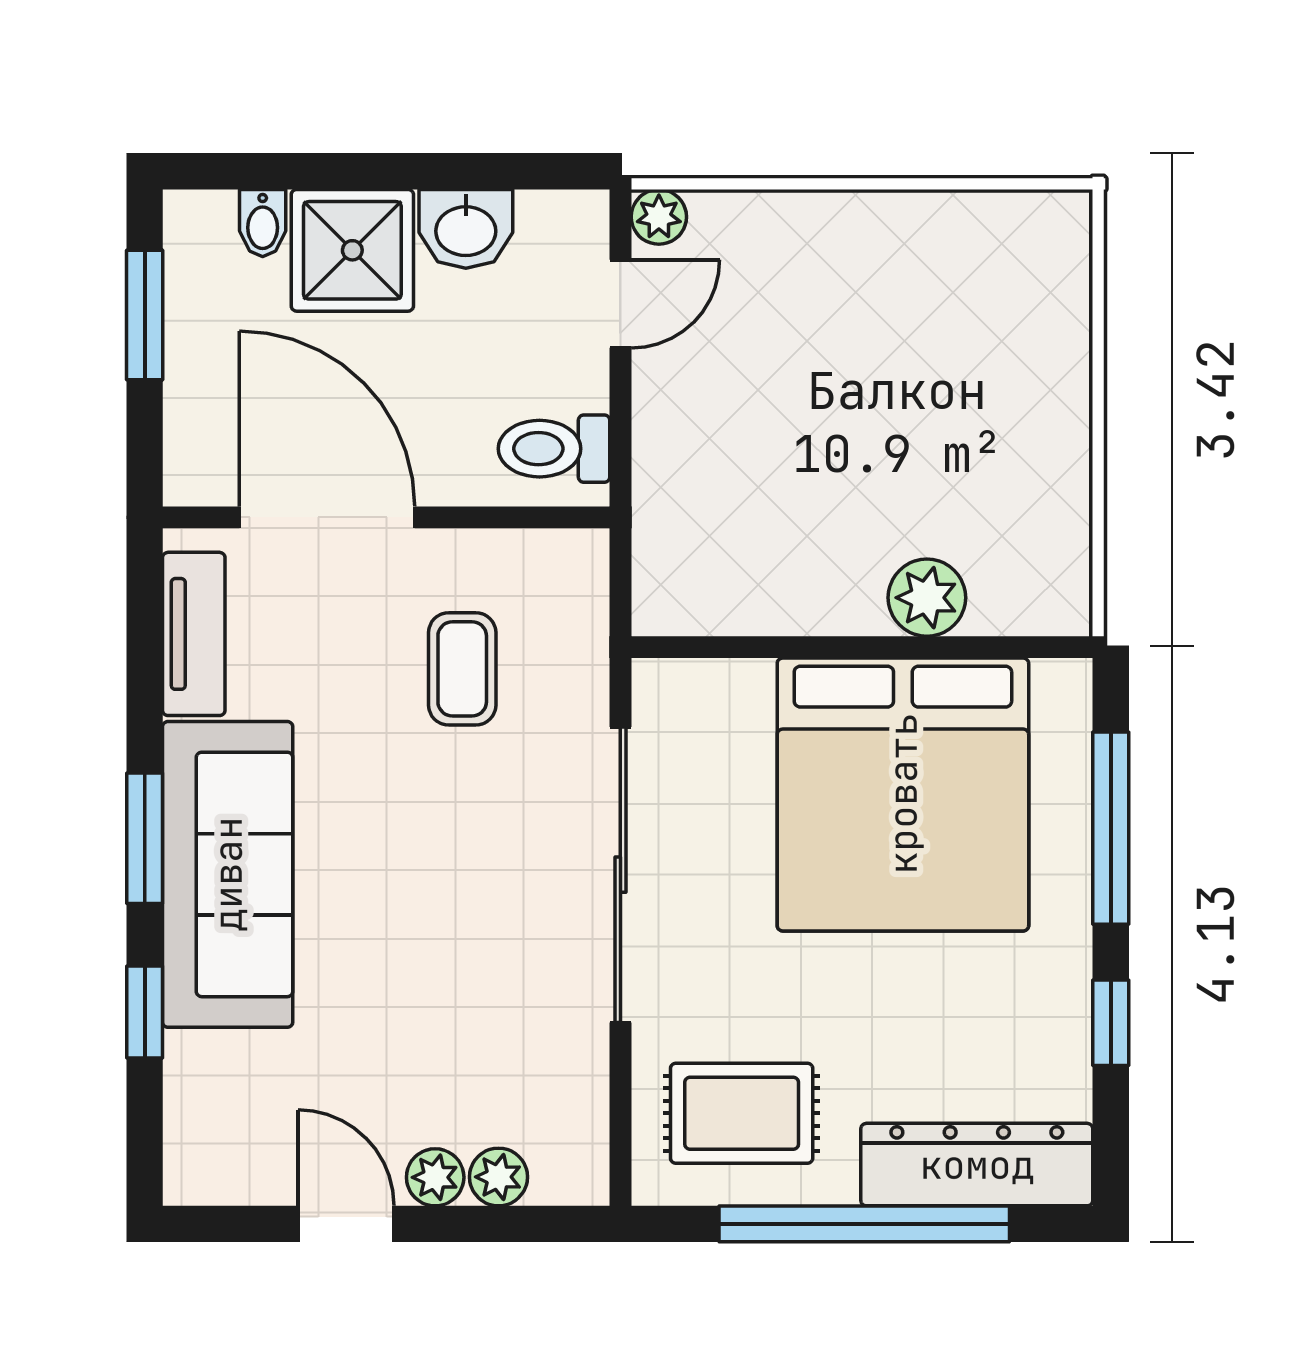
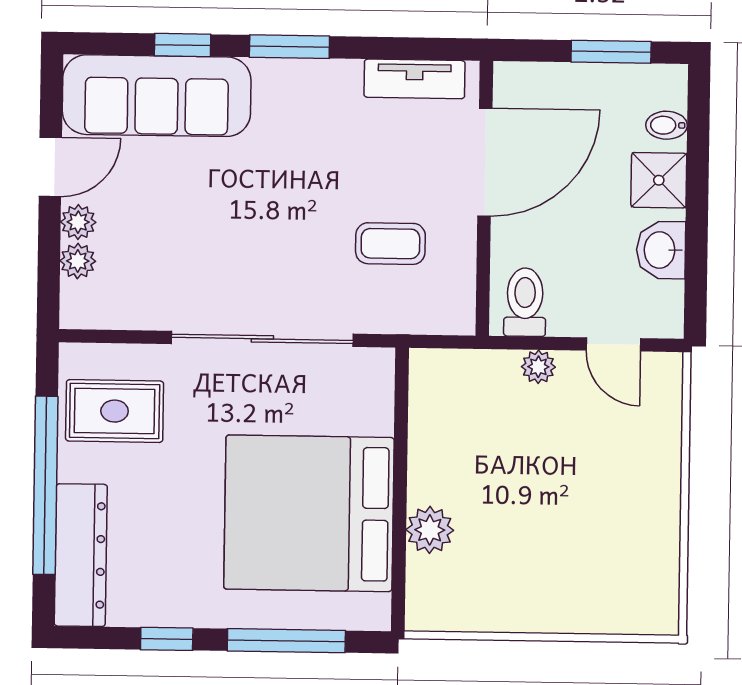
plant: (659, 217) -> (538, 367), moved
shower: (352, 250) -> (659, 180), width x0.73, depth x0.73
sofa: (228, 874) -> (157, 96), moved
rug: (742, 1113) -> (115, 411), turned 90

